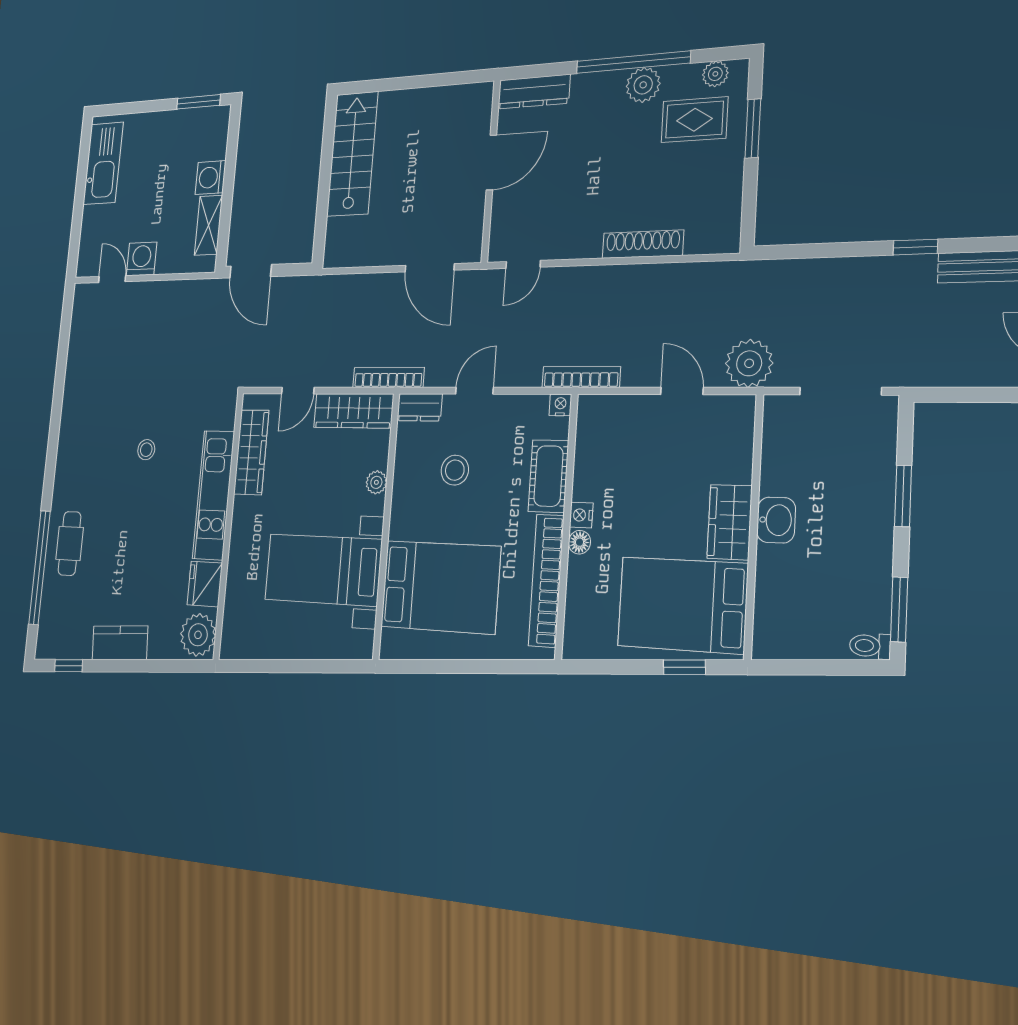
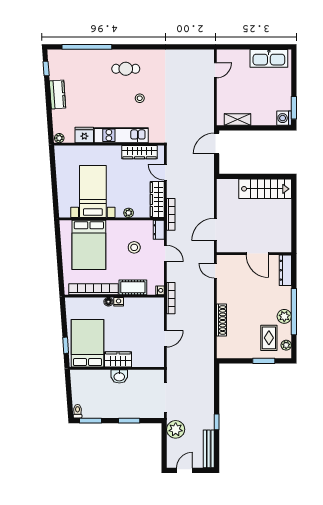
washing machine: (211, 177) -> (284, 118), moved, turned -90
washing machine: (142, 259) -> (224, 85), removed
plant: (749, 363) -> (176, 429), moved
cafe table: (70, 543) -> (126, 69), moved
plant: (198, 635) -> (59, 138), width x0.53, depth x0.53

